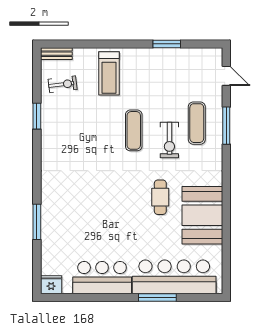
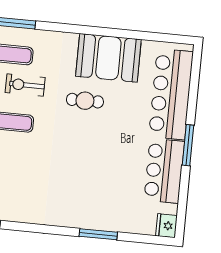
exercise bike: (169, 140) -> (25, 85), turned 180
window: (157, 297) -> (188, 145), moved

